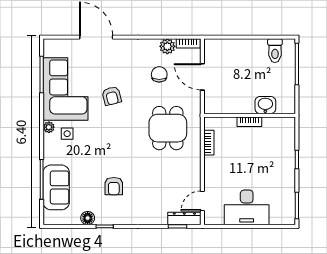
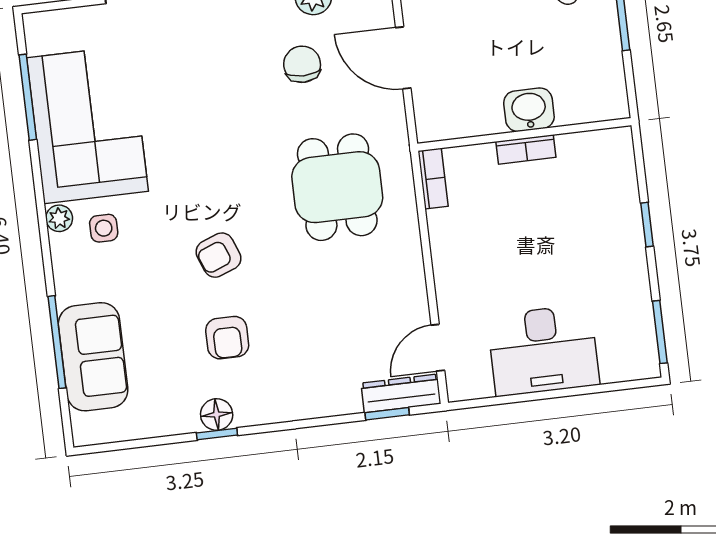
armchair: (112, 96) -> (219, 255), moved, turned 83
washbasin: (265, 105) -> (529, 110), moved
bookcase: (209, 143) -> (433, 179), moved
floor lamp: (88, 218) -> (217, 414), moved

